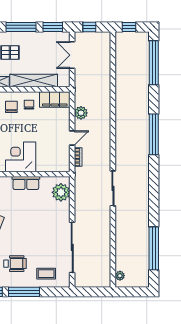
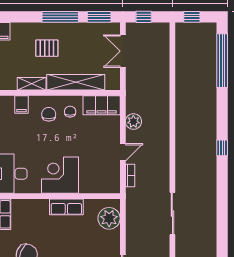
window: (154, 134) -> (222, 148), width x0.32

